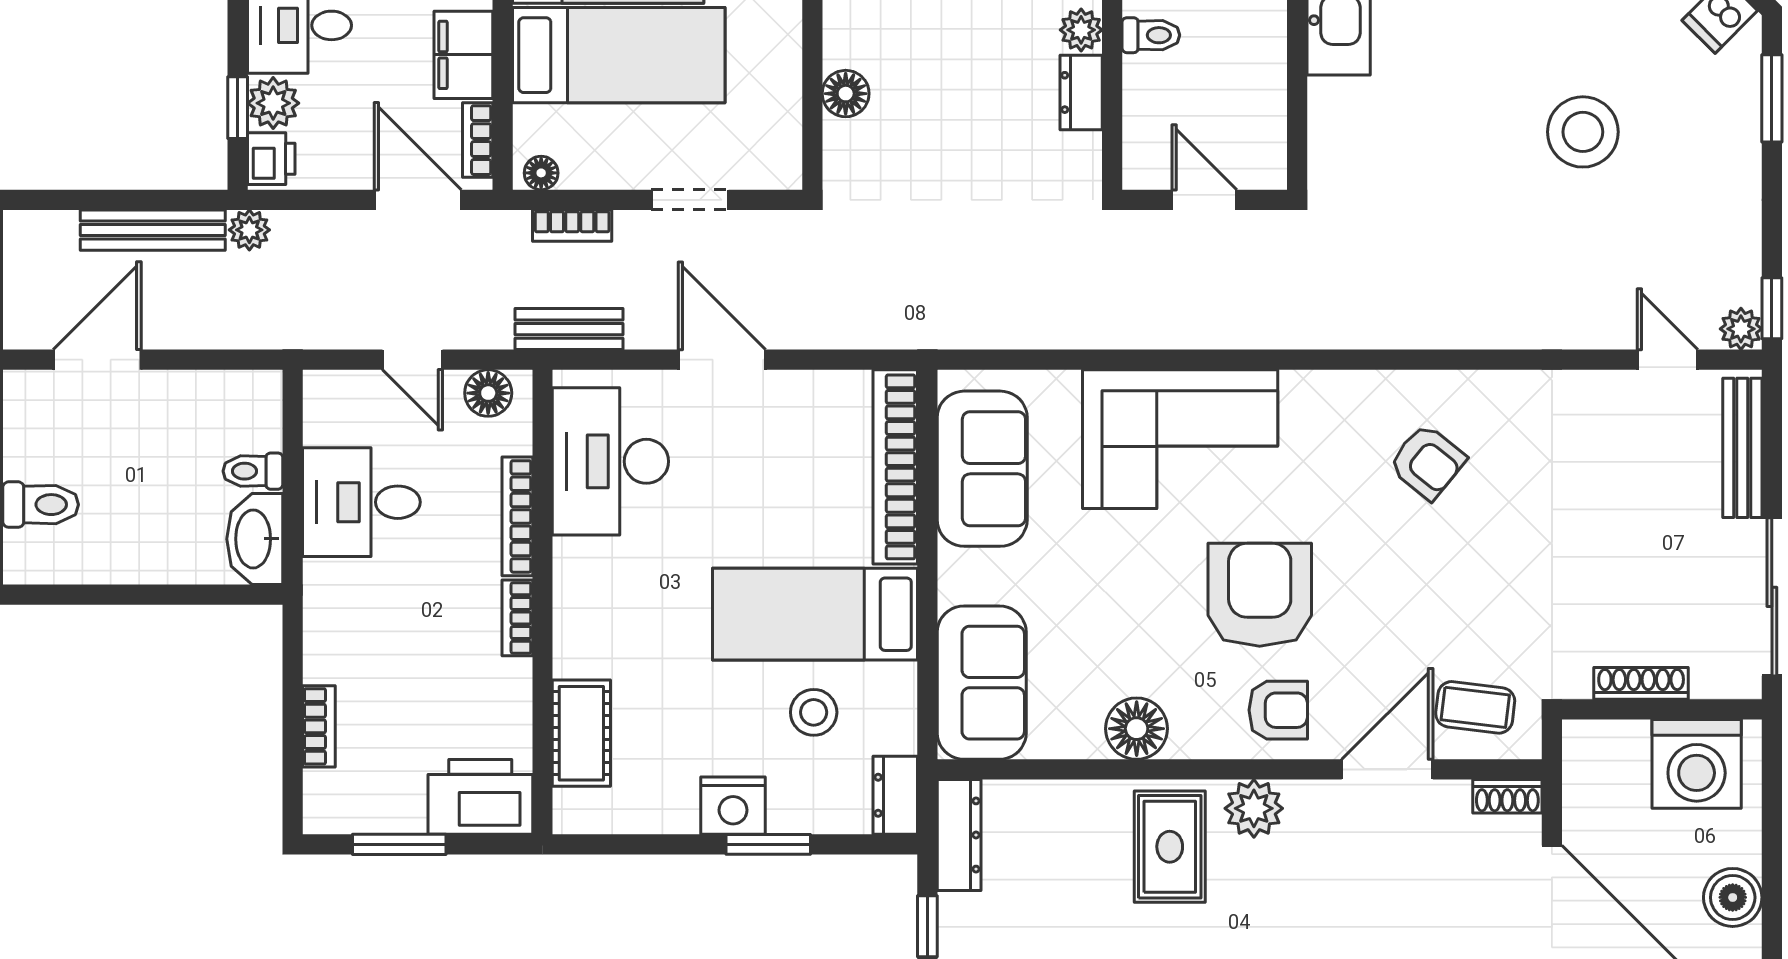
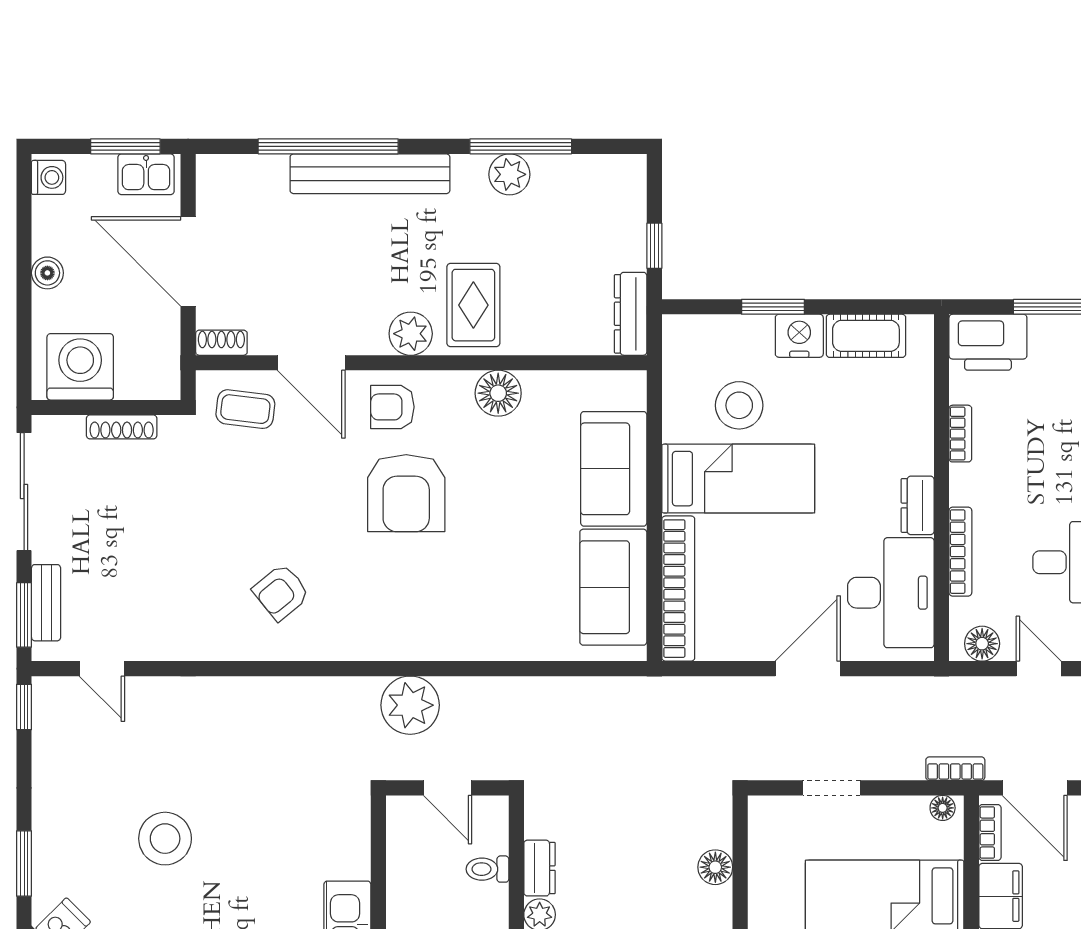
toilet: (1151, 35) -> (487, 869), moved
bookcase: (572, 226) -> (955, 769), moved
bench: (569, 329) -> (922, 691), removed
plant: (1741, 329) -> (410, 705), moved, width x1.88, depth x1.88
door: (722, 360) -> (808, 669), swing flipped
window: (1772, 432) -> (24, 615), added
corner sofa: (1180, 439) -> (466, 609), removed
bench: (1742, 448) -> (46, 603), width x0.73
armchair: (1427, 462) -> (281, 592), turned -78
bookcase: (517, 618) -> (960, 434), moved
sofa: (982, 683) -> (614, 469), moved
stool: (814, 712) -> (739, 405), width x1.38, depth x1.38
cot: (581, 733) -> (866, 336), moved, turned 90
door: (1387, 769) -> (311, 363), hinge flipped
dresser: (895, 795) -> (918, 505), moved, turned 180
boiler: (1733, 897) -> (47, 273), width x0.73, depth x0.73

